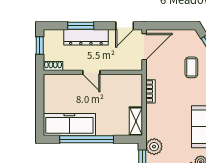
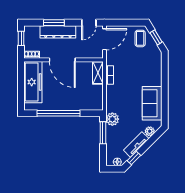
coffee table: (191, 67) -> (140, 38), moved
door: (91, 72) -> (62, 60), width x1.87
shelving: (136, 121) -> (98, 73), moved
freezer: (69, 124) -> (33, 82), moved, turned 90

